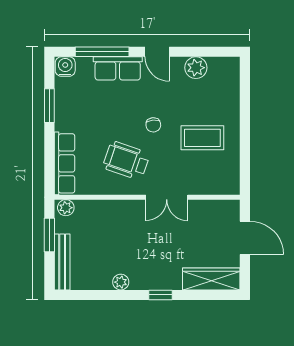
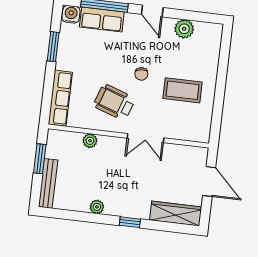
row of seats: (118, 68) -> (102, 20), moved
plant: (66, 208) -> (90, 141), moved

